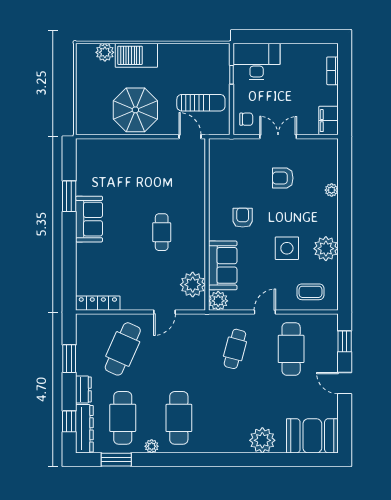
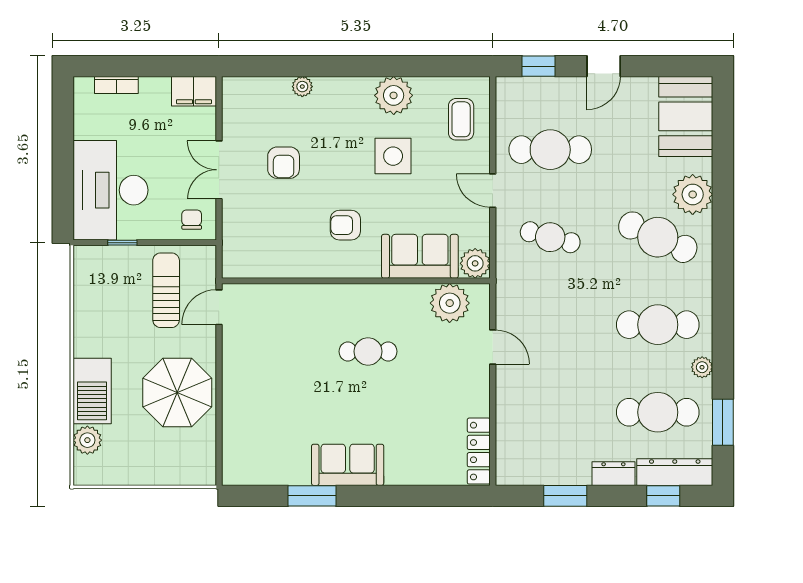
desk: (257, 62) -> (110, 190), width x1.36, depth x1.30
cafe table: (123, 349) -> (658, 237), moved

